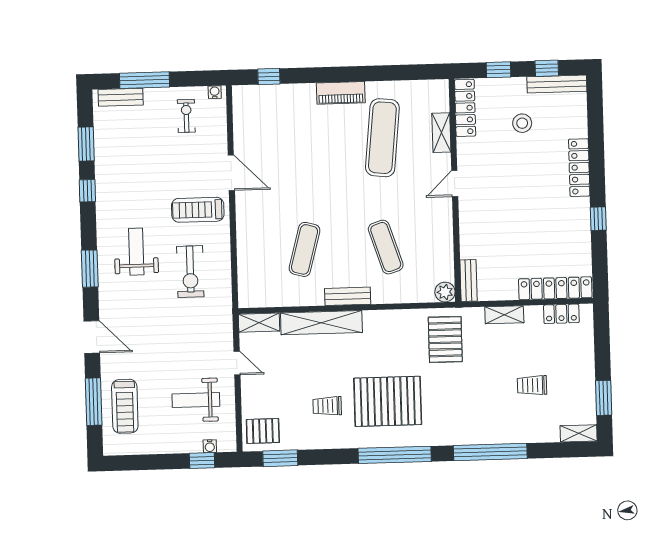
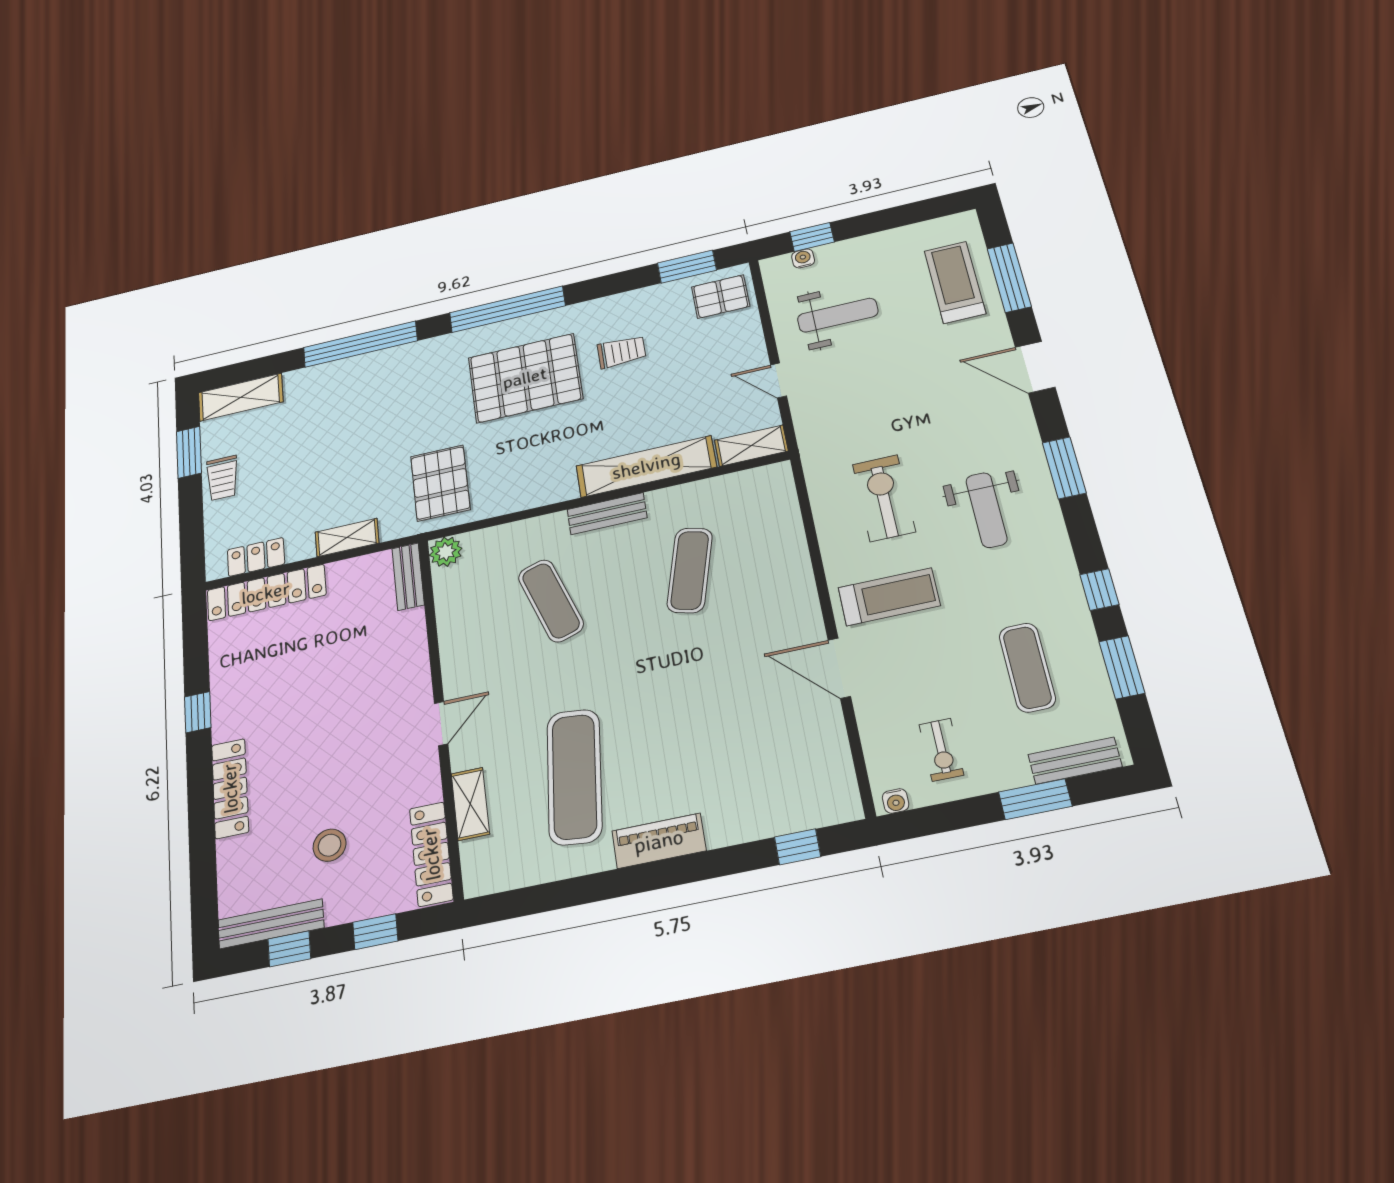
window: (145, 80) -> (1035, 799), width x0.69
exercise mat: (134, 154) -> (1027, 667), added
trolley: (532, 385) -> (222, 478), moved, turned 90
shelving: (579, 433) -> (241, 397), width x1.50, depth x1.33

